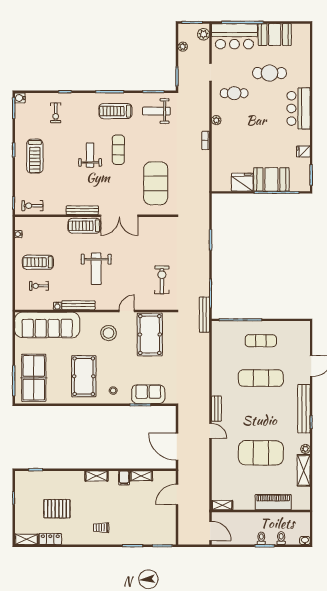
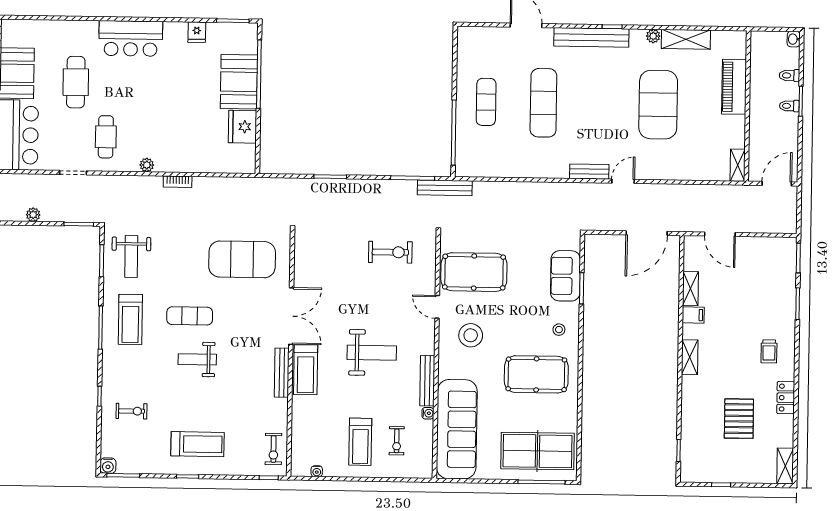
plant: (204, 34) -> (15, 182), removed
exercise bike: (162, 280) -> (390, 252), turned 180
locker: (50, 539) -> (786, 398), moved

